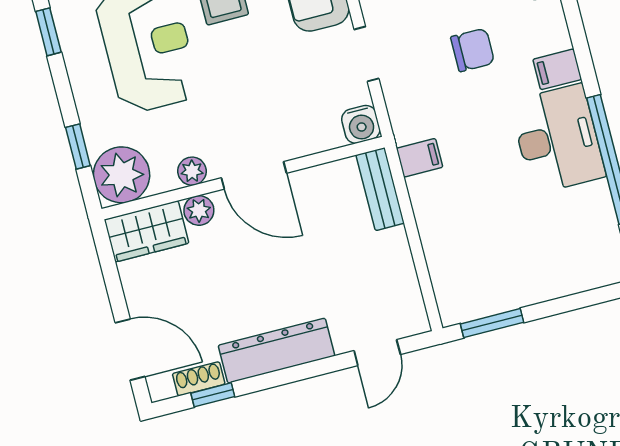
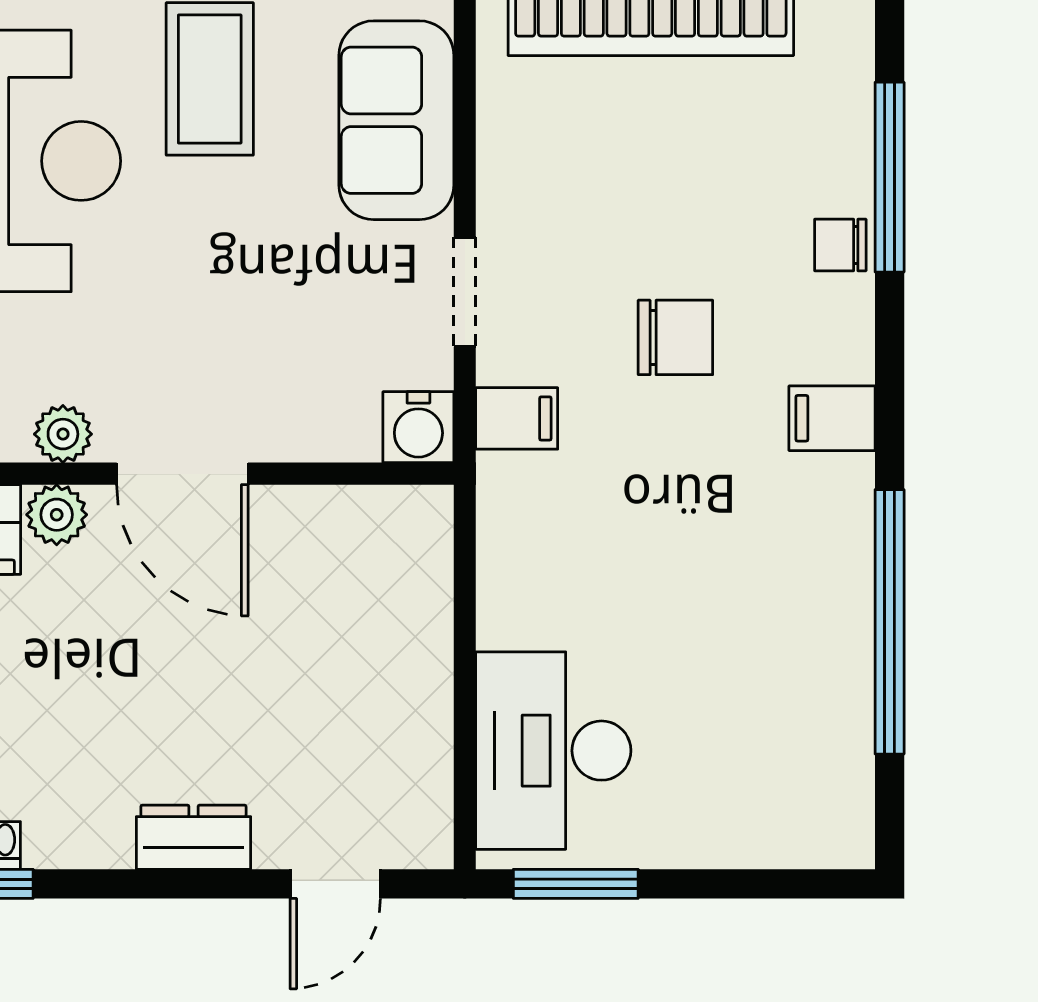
desk: (558, 139) -> (553, 751), moved, turned 180
filing cabinet: (419, 158) -> (517, 418), moved
bench: (380, 189) -> (423, 564), removed
dresser: (277, 351) -> (193, 837), width x0.51, depth x0.80

